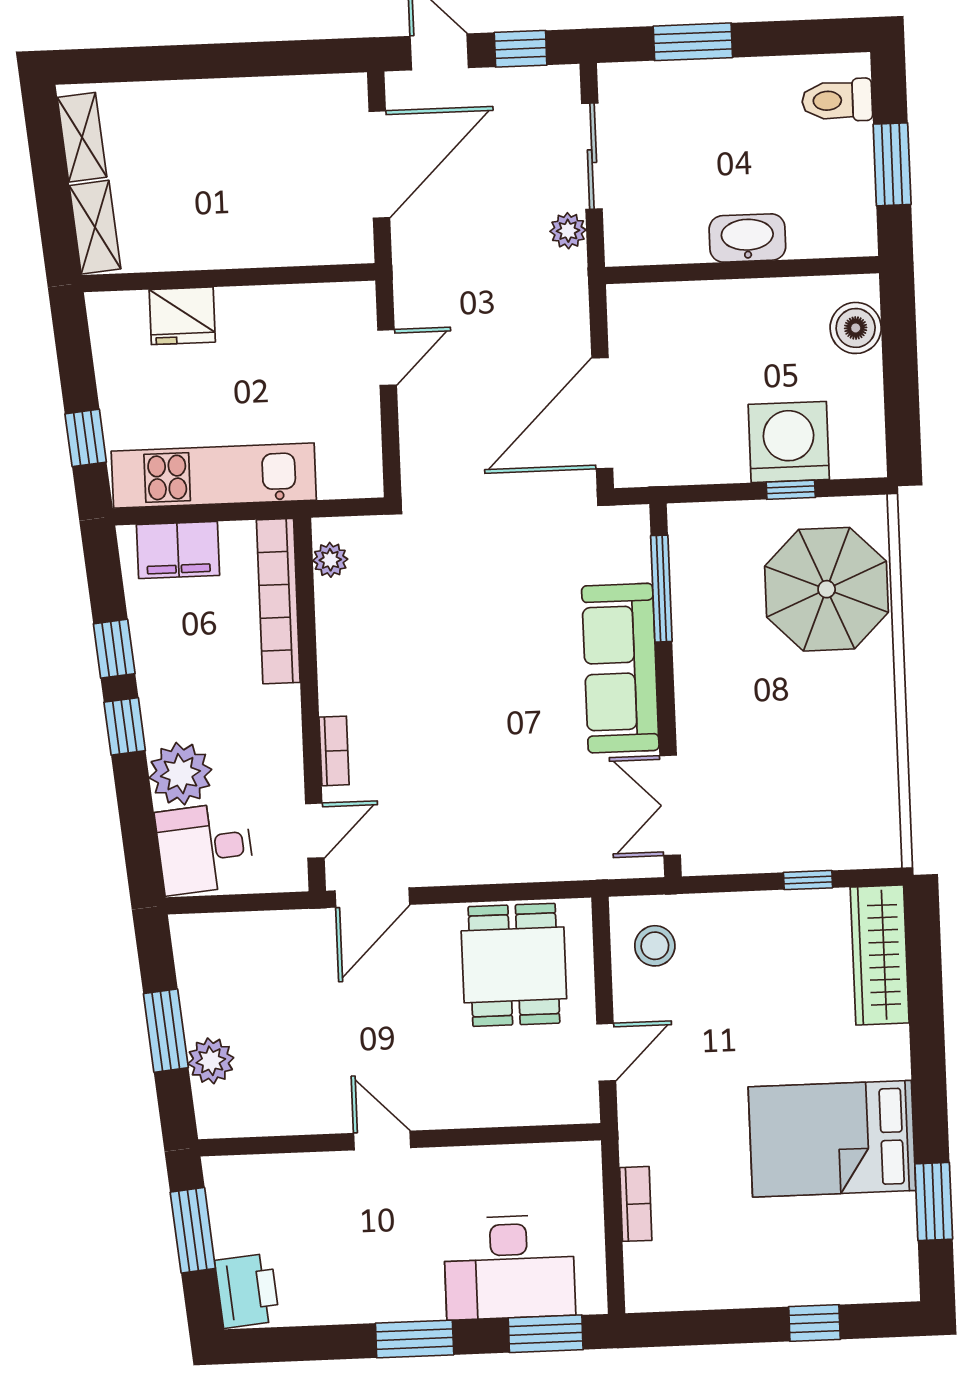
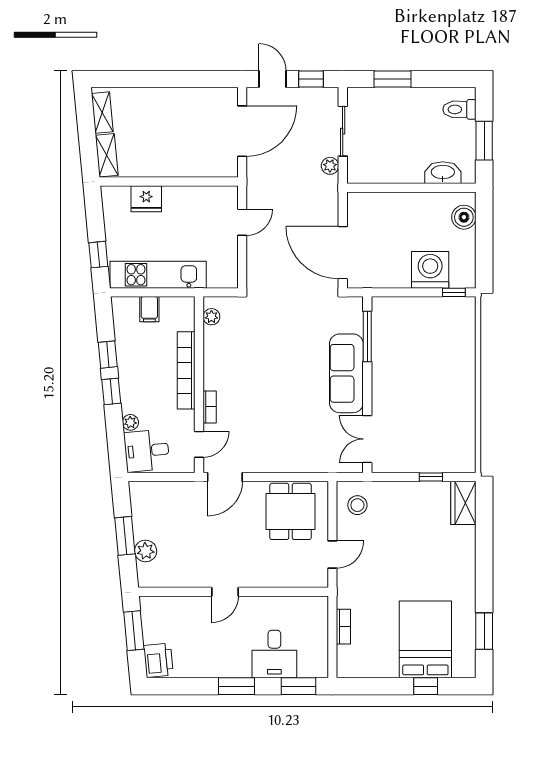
washbasin: (747, 238) -> (443, 173), moved
door: (602, 413) -> (343, 253), hinge flipped
window: (791, 490) -> (454, 292), moved
filing cabinet: (178, 550) -> (149, 309), width x0.50
parasol: (827, 589) -> (445, 340), removed
bookcase: (278, 601) -> (186, 370), moved
plant: (180, 774) -> (130, 422), width x0.53, depth x0.53
wardrobe: (880, 955) -> (463, 503), width x0.67
bed: (832, 1139) -> (425, 639), moved, turned 90
door: (382, 1140) -> (225, 592), swing flipped
desk: (509, 1267) -> (274, 654), width x0.73

